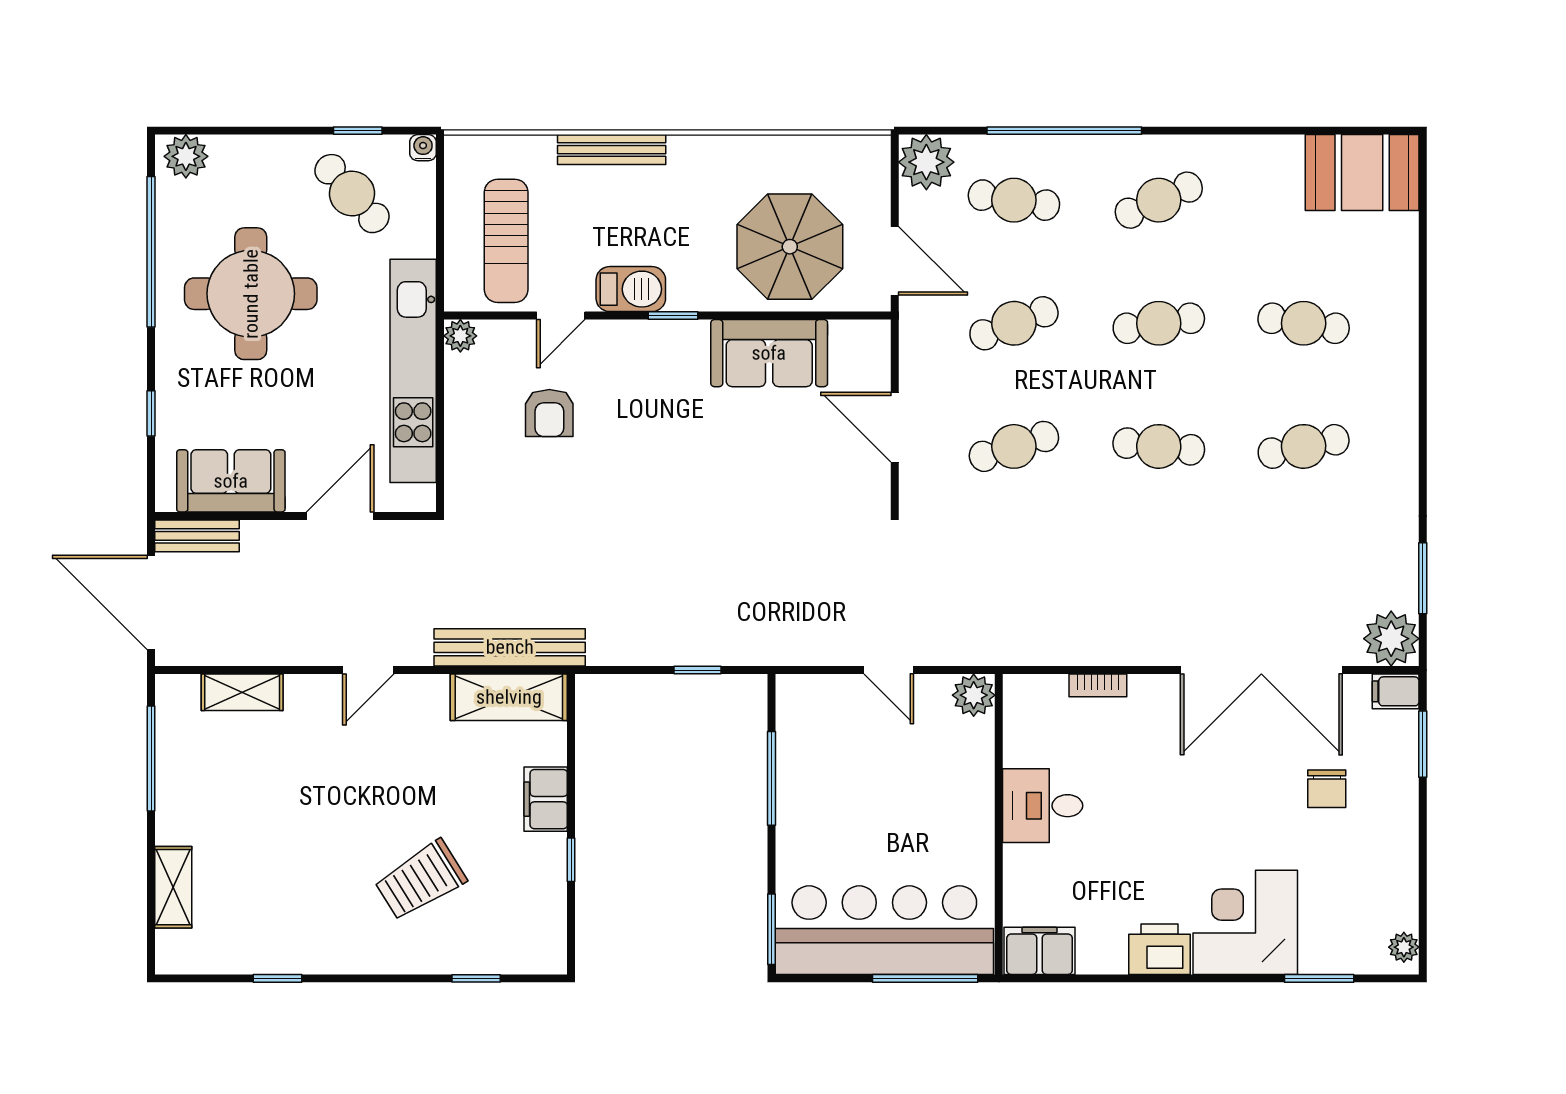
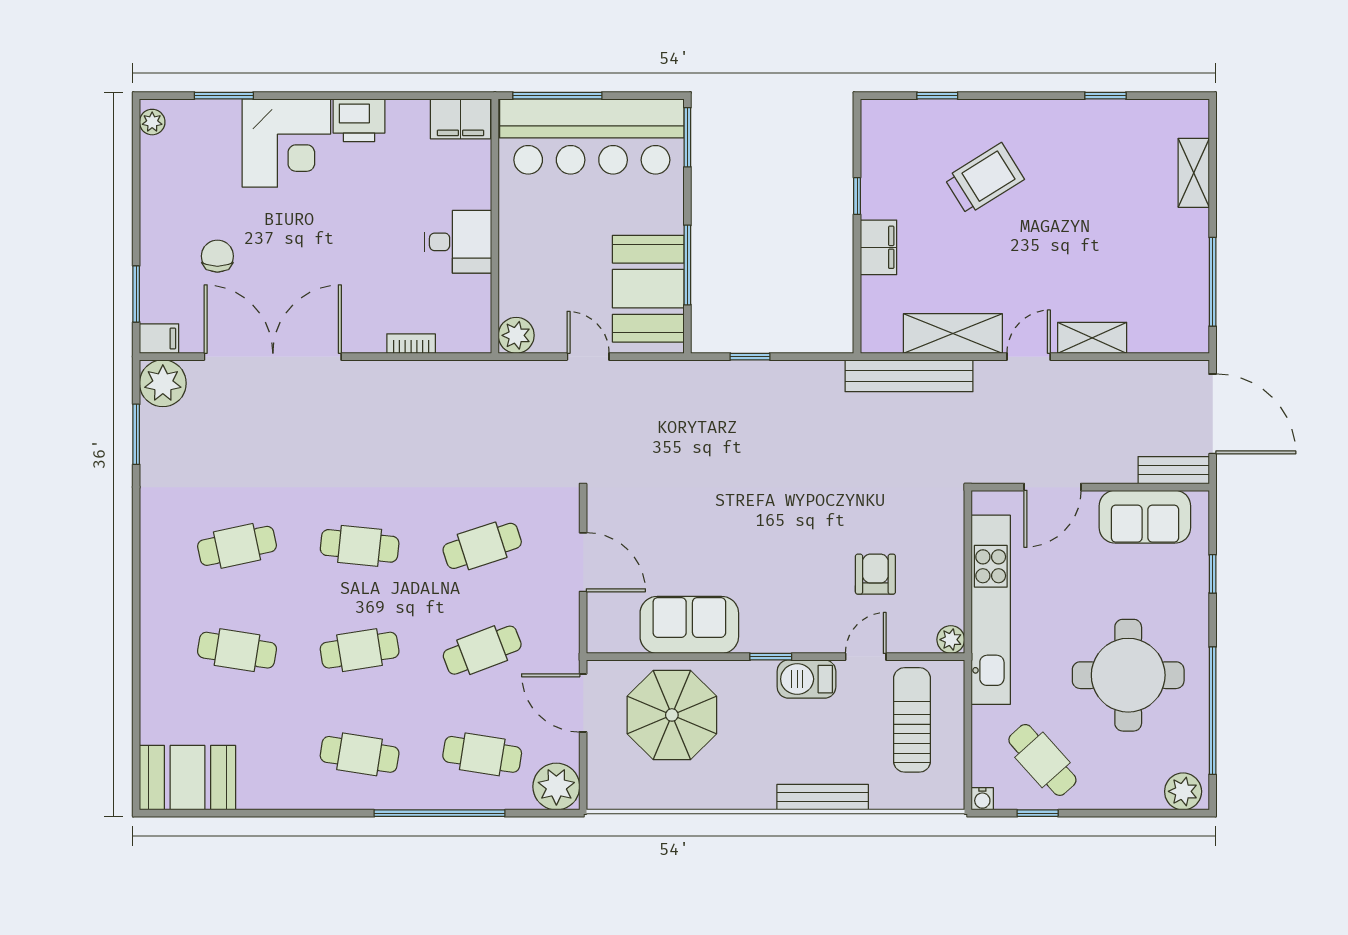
cafe table: (1159, 200) -> (360, 754), turned 33
shelving: (242, 692) -> (1092, 338), moved
shelving: (509, 697) -> (953, 334), moved
booth: (818, 750) -> (648, 289), added

